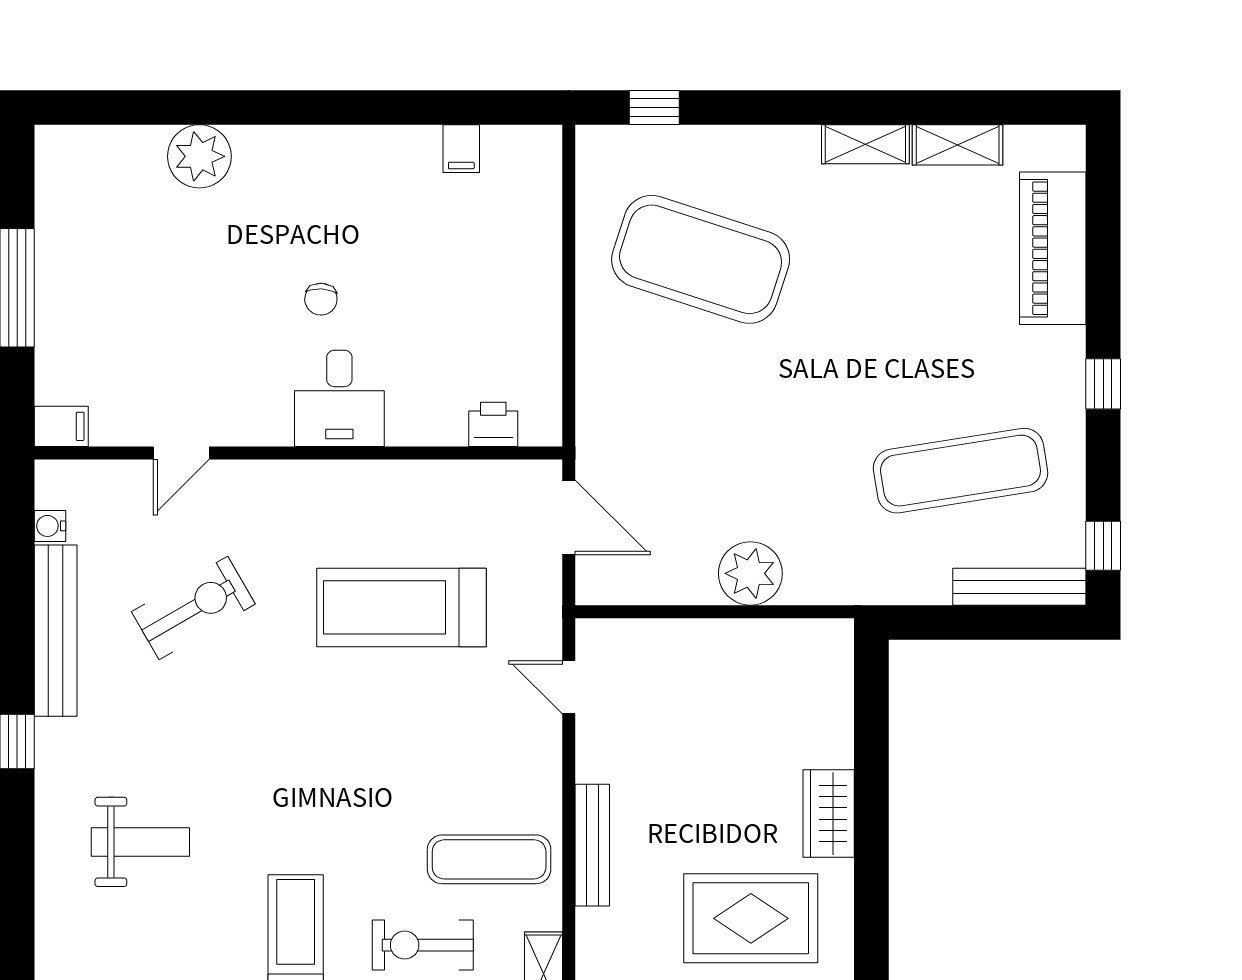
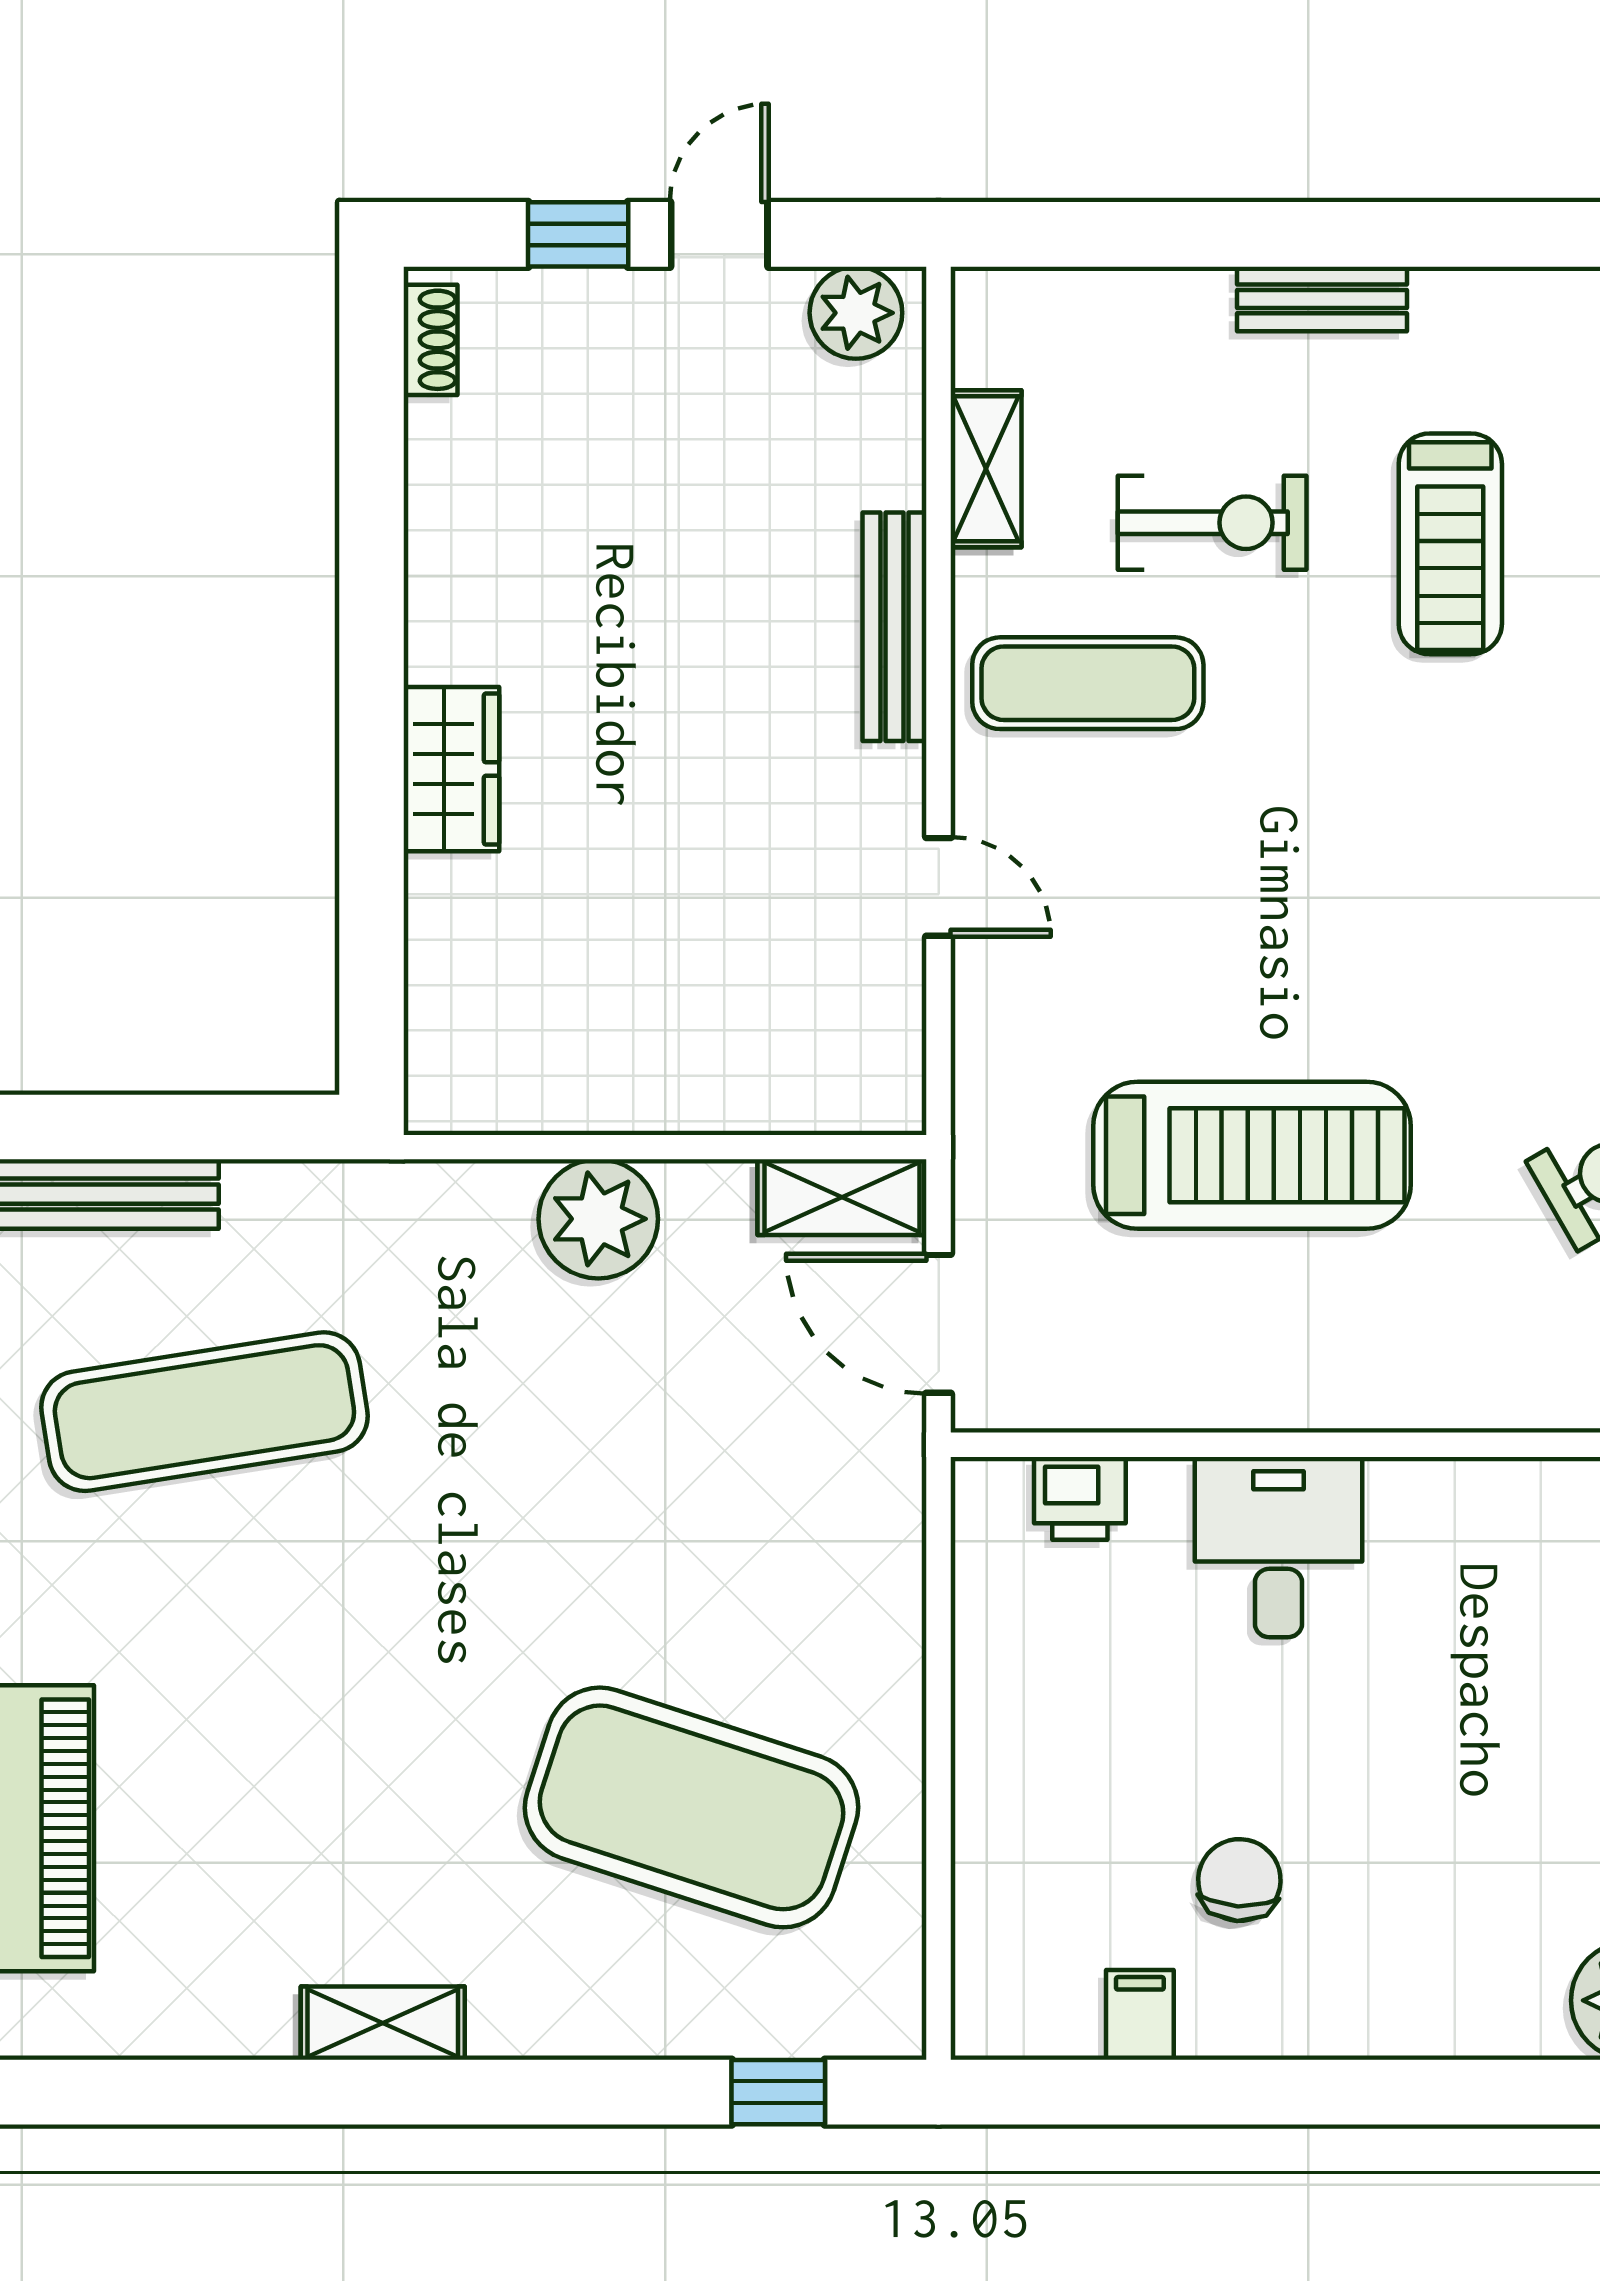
shelving: (958, 145) -> (842, 1197), moved
chair: (321, 299) -> (1239, 1880), moved, width x1.37, depth x1.37
desk: (339, 398) -> (1279, 1547), moved
door: (569, 687) -> (939, 887), moved
bench: (592, 845) -> (894, 627), moved
rug: (751, 918) -> (597, 573), removed

